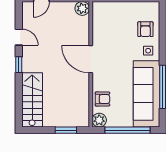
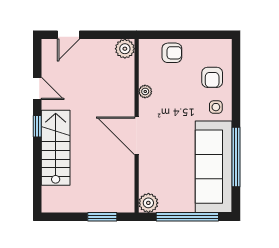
plant: (97, 39) -> (145, 91), added
door: (91, 59) -> (137, 136), moved
armchair: (102, 99) -> (172, 53), moved
stairs: (32, 100) -> (56, 148), moved

